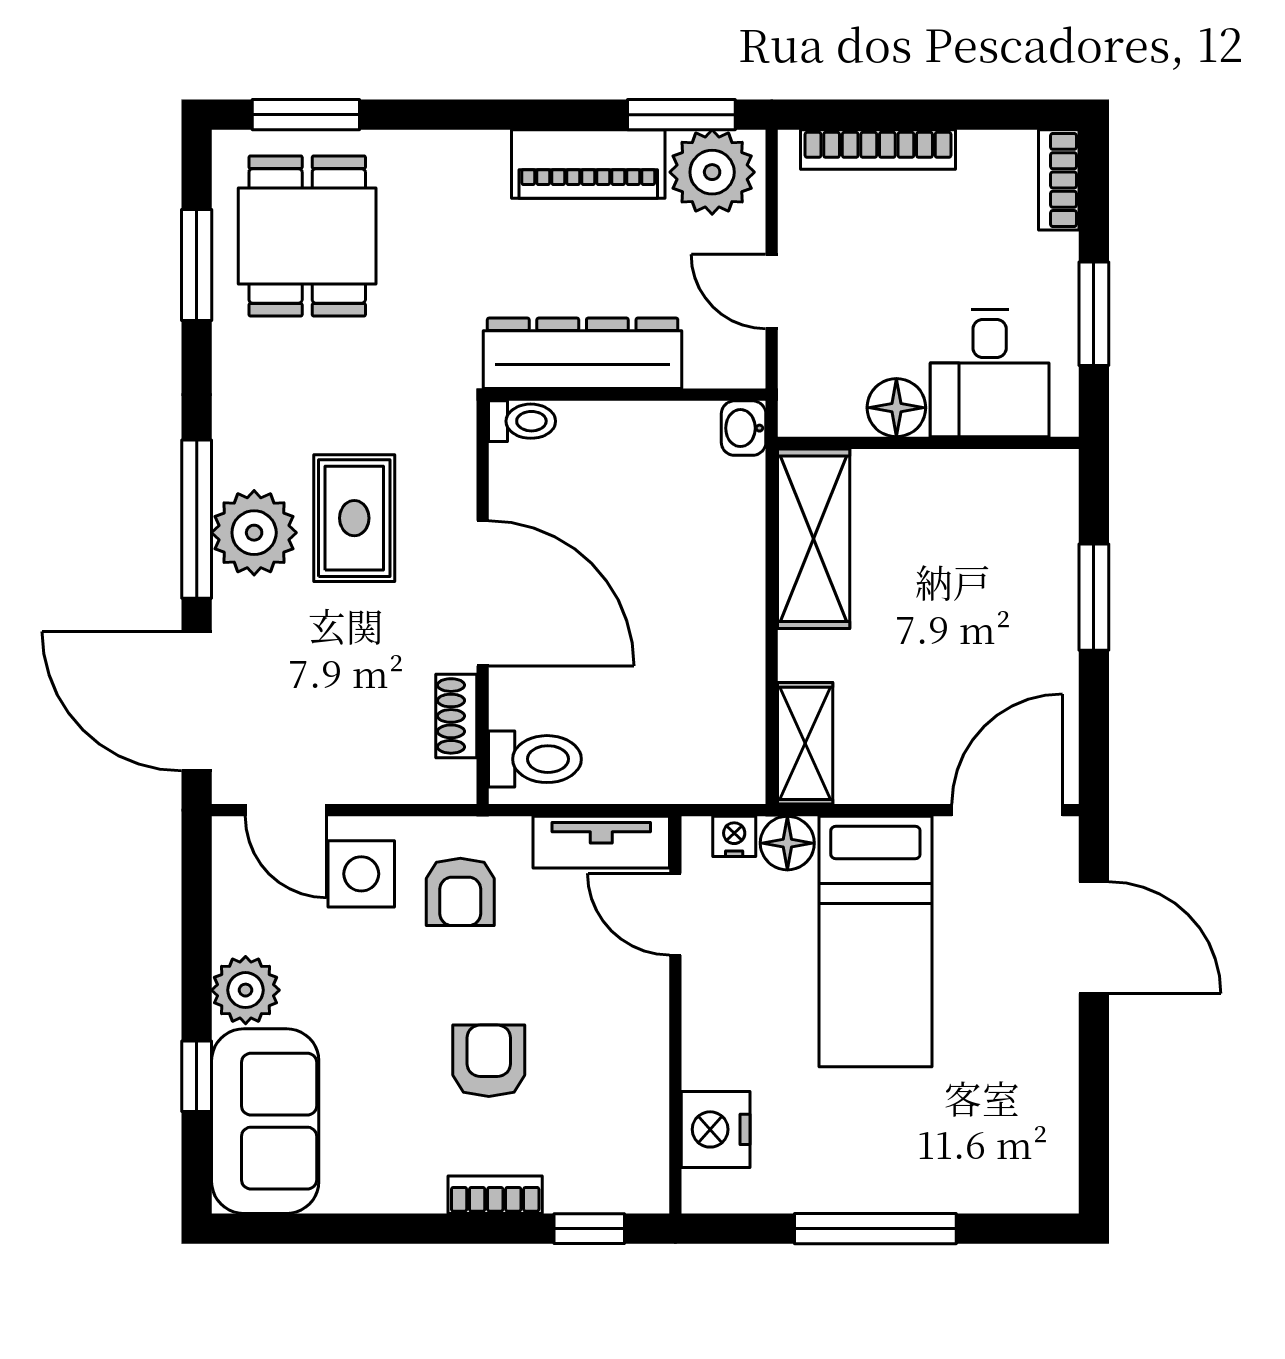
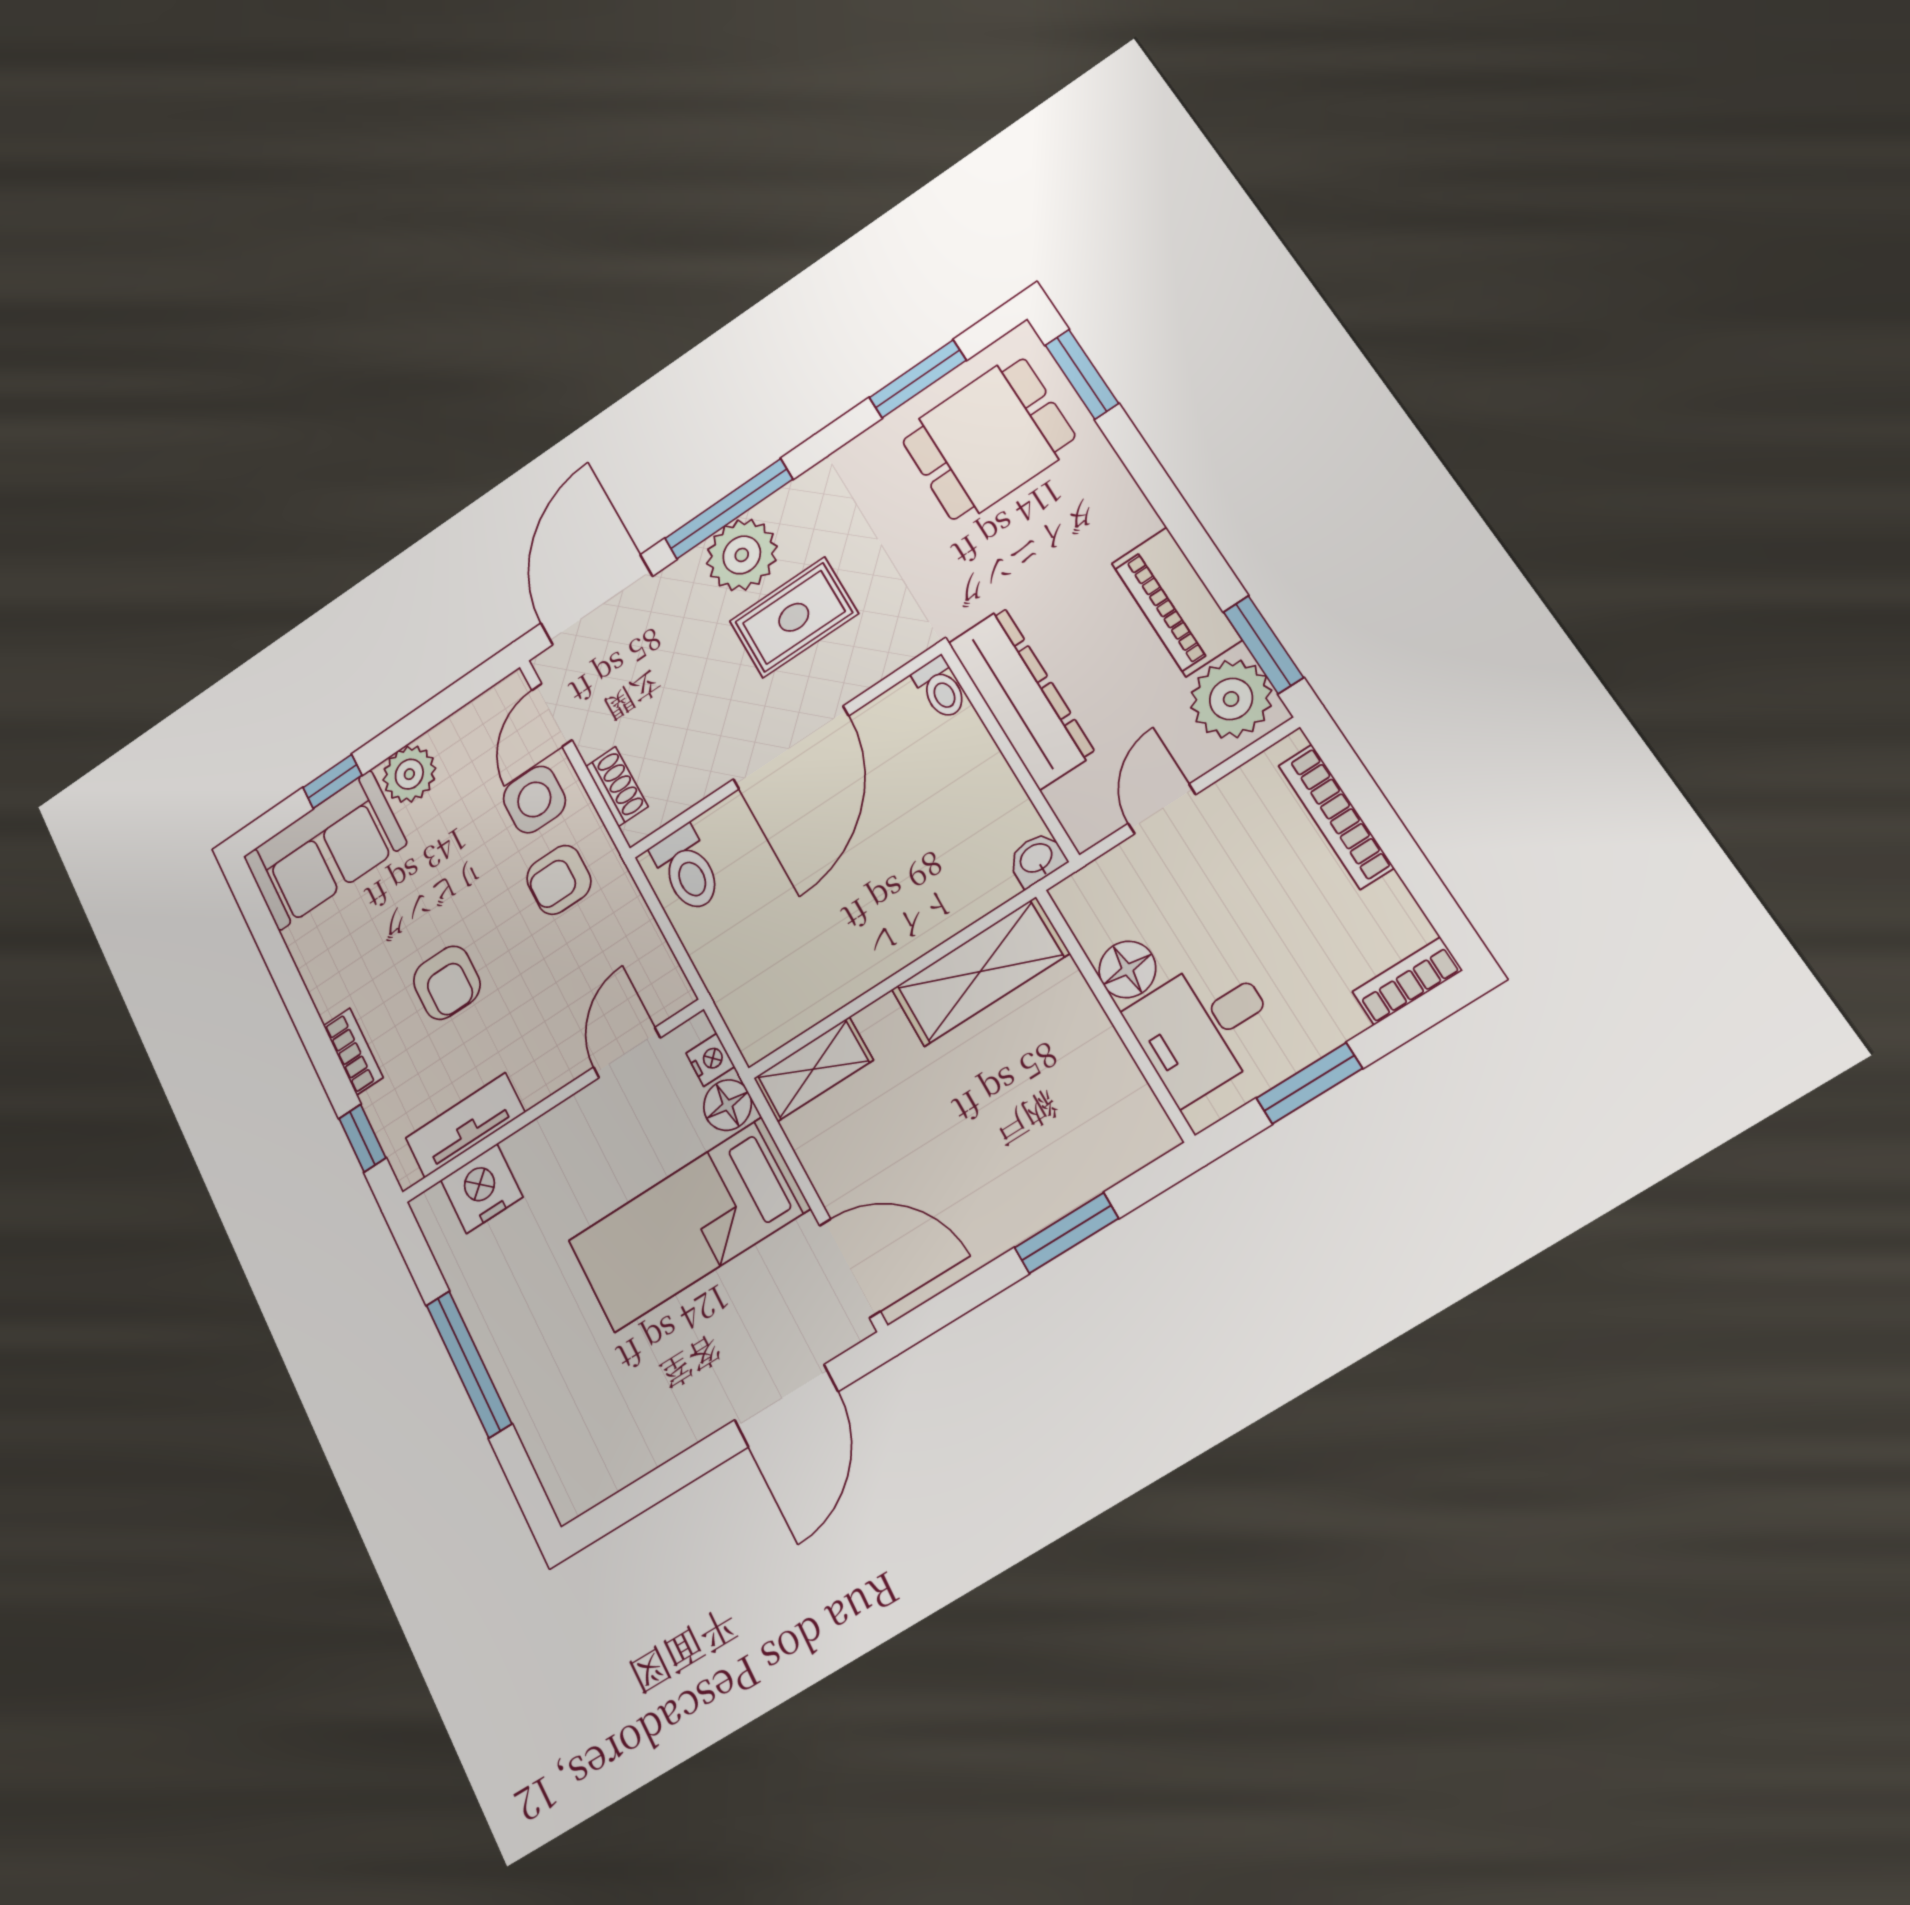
shoe rack: (456, 716) -> (617, 786), moved, turned 90
tv unit: (601, 842) -> (465, 1125), moved, turned 90
armchair: (489, 1061) -> (447, 983), turned 90

